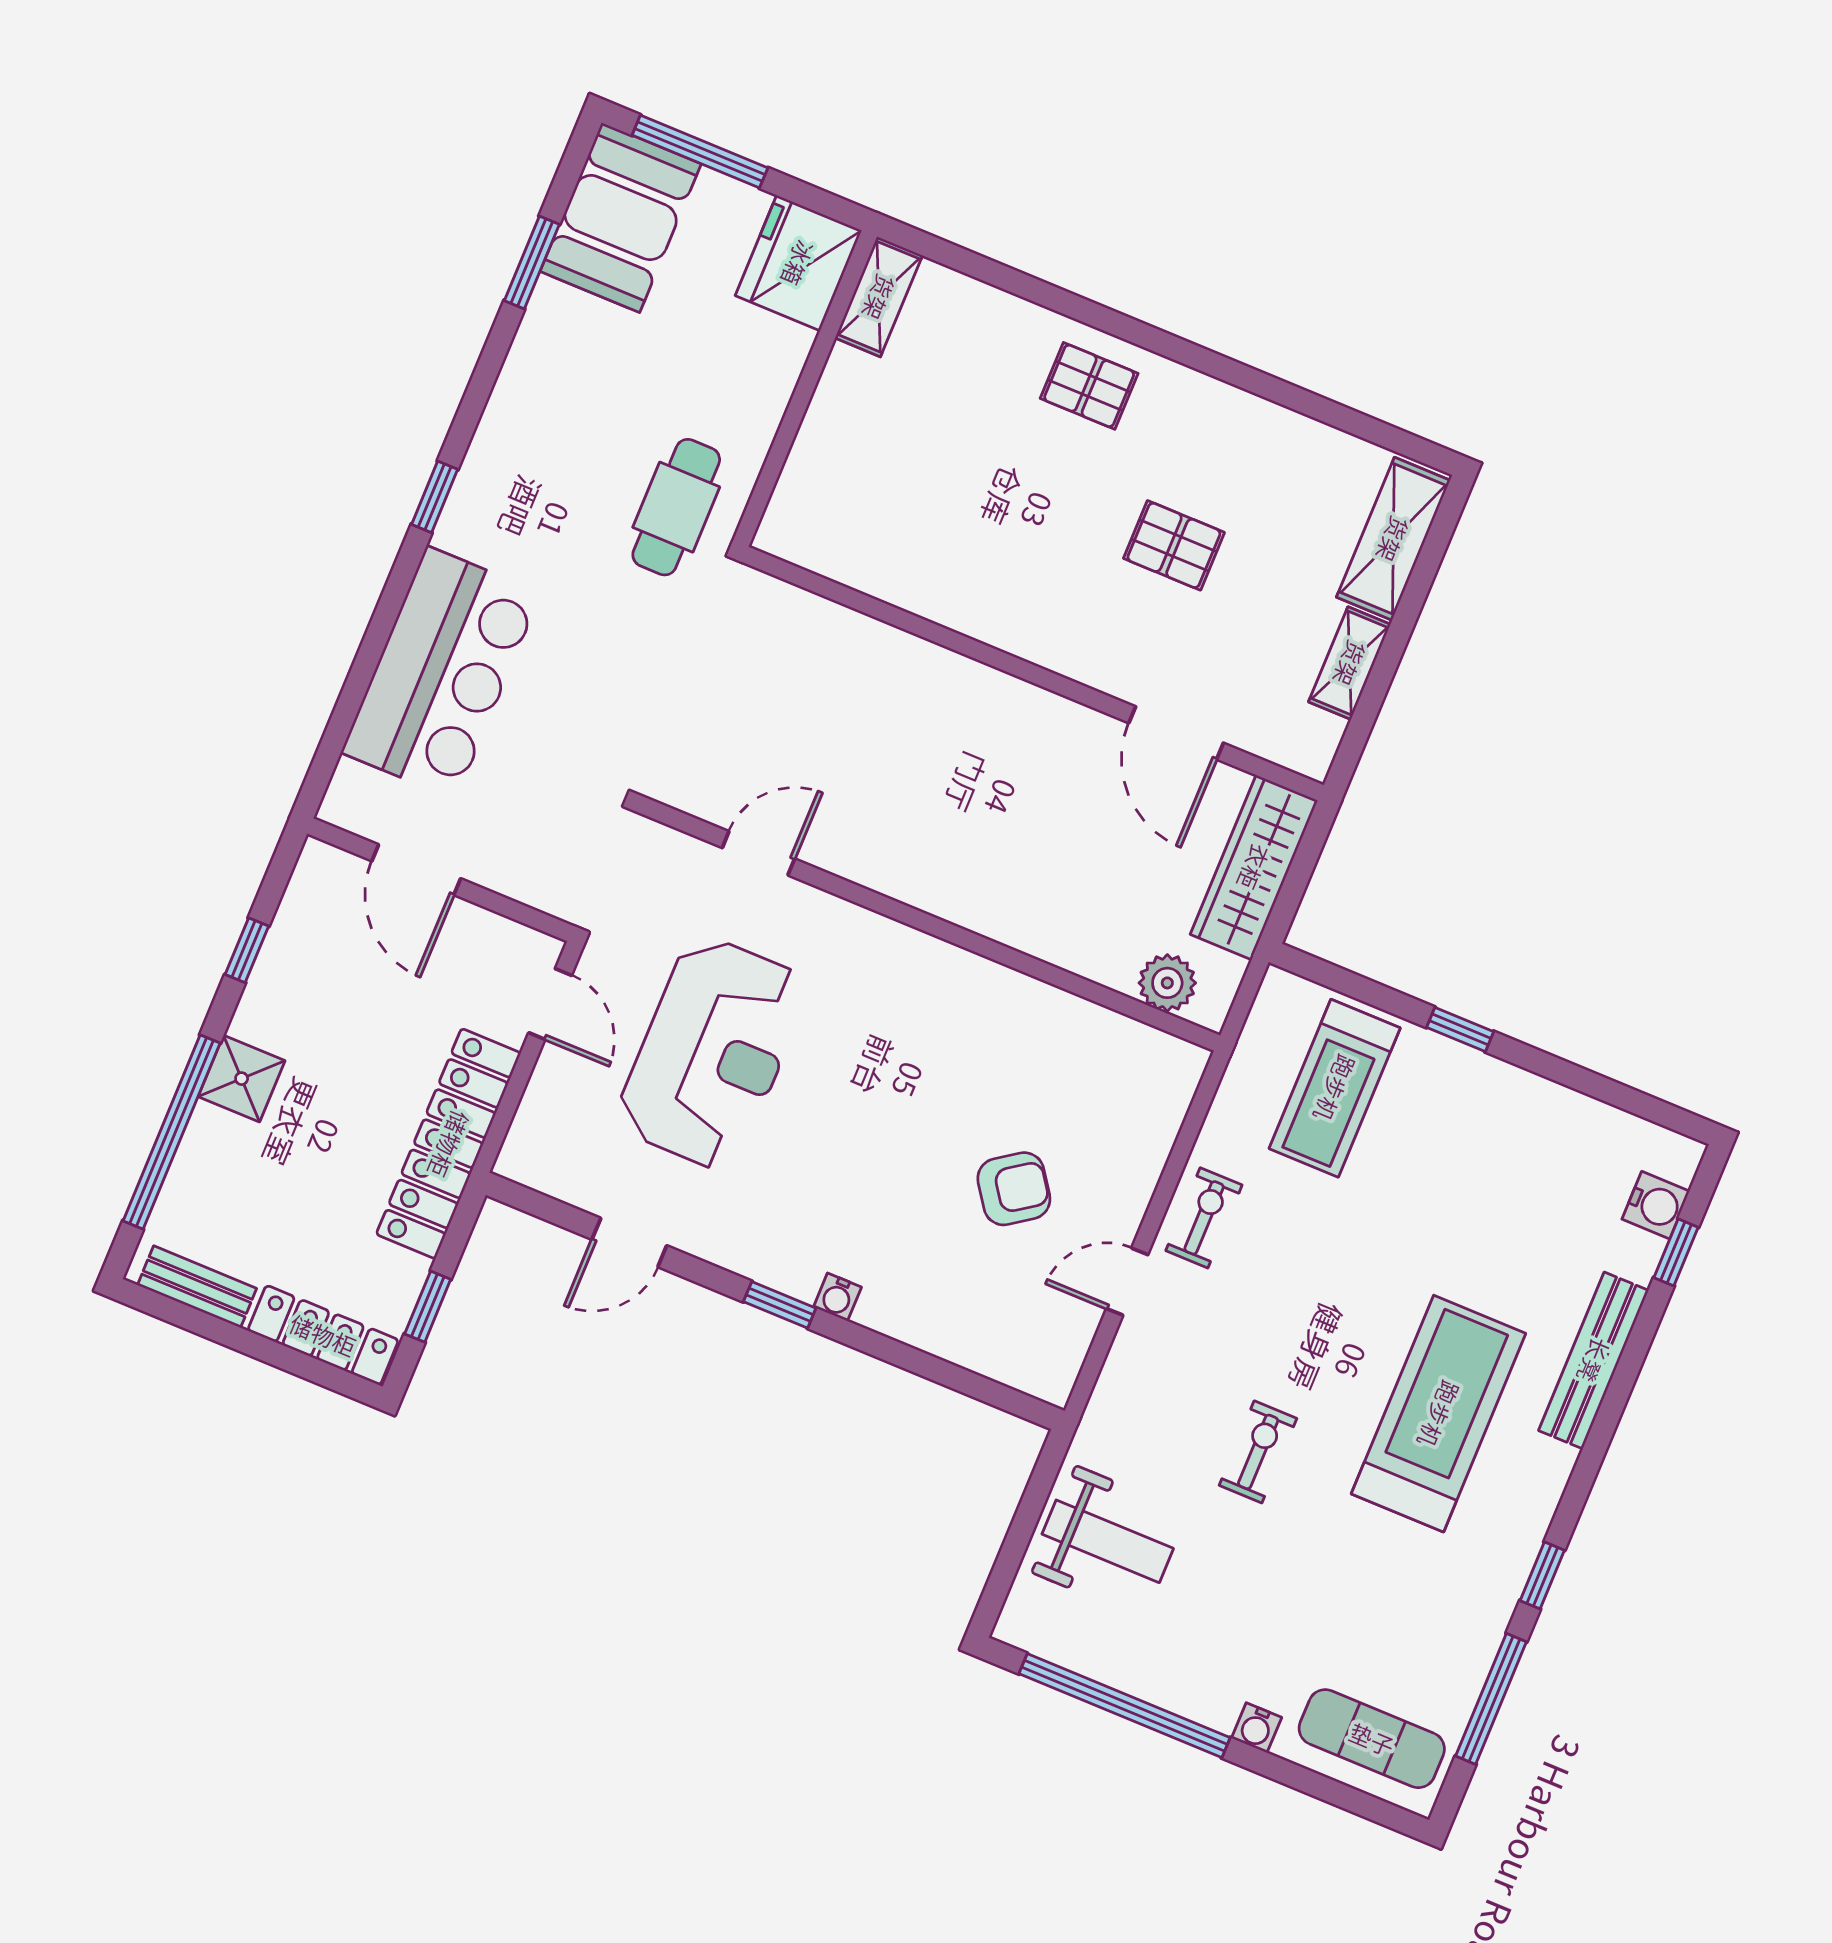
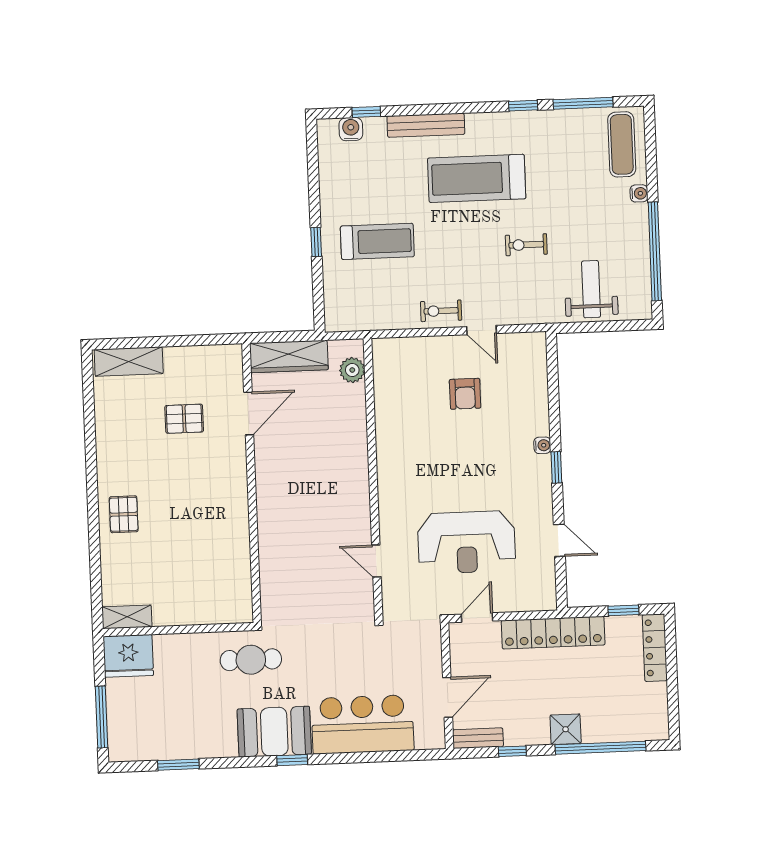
booth: (621, 218) -> (274, 732), moved
pallet: (1174, 545) -> (184, 419), moved, turned 90
shelving: (1350, 663) -> (188, 356), removed
reception desk: (712, 1053) -> (467, 542), turned 180
treadmill: (1335, 1088) -> (377, 241), moved
armchair: (1014, 1189) -> (465, 394), turned -145
bench: (197, 1287) -> (478, 738), moved, turned 90

